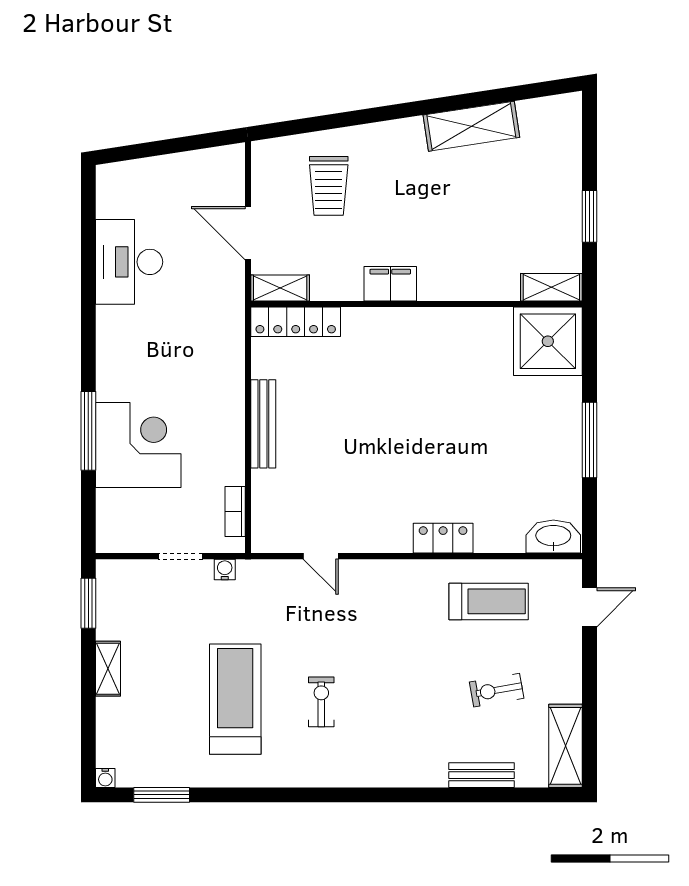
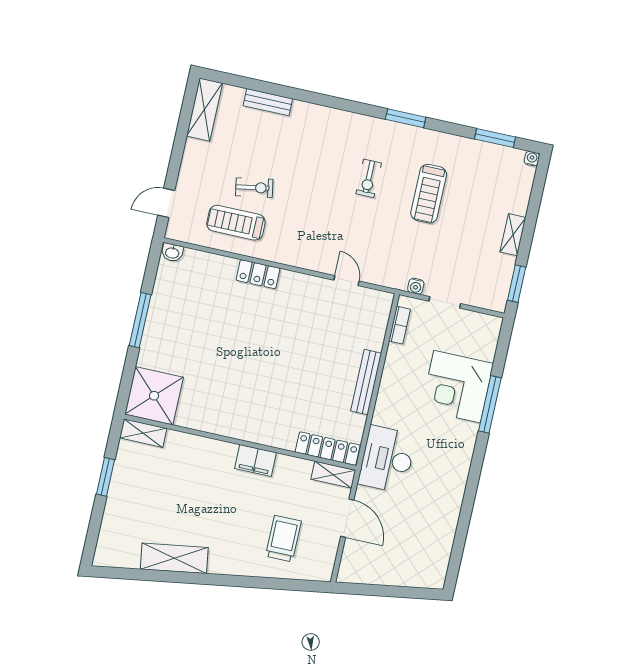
desk: (129, 262) -> (387, 459), moved, turned 180
washbasin: (553, 537) -> (172, 253), width x0.52, depth x0.69
exercise bike: (497, 690) -> (254, 188), moved
treadmill: (235, 699) -> (429, 194), width x0.73, depth x0.73
window: (289, 795) -> (406, 118), added

